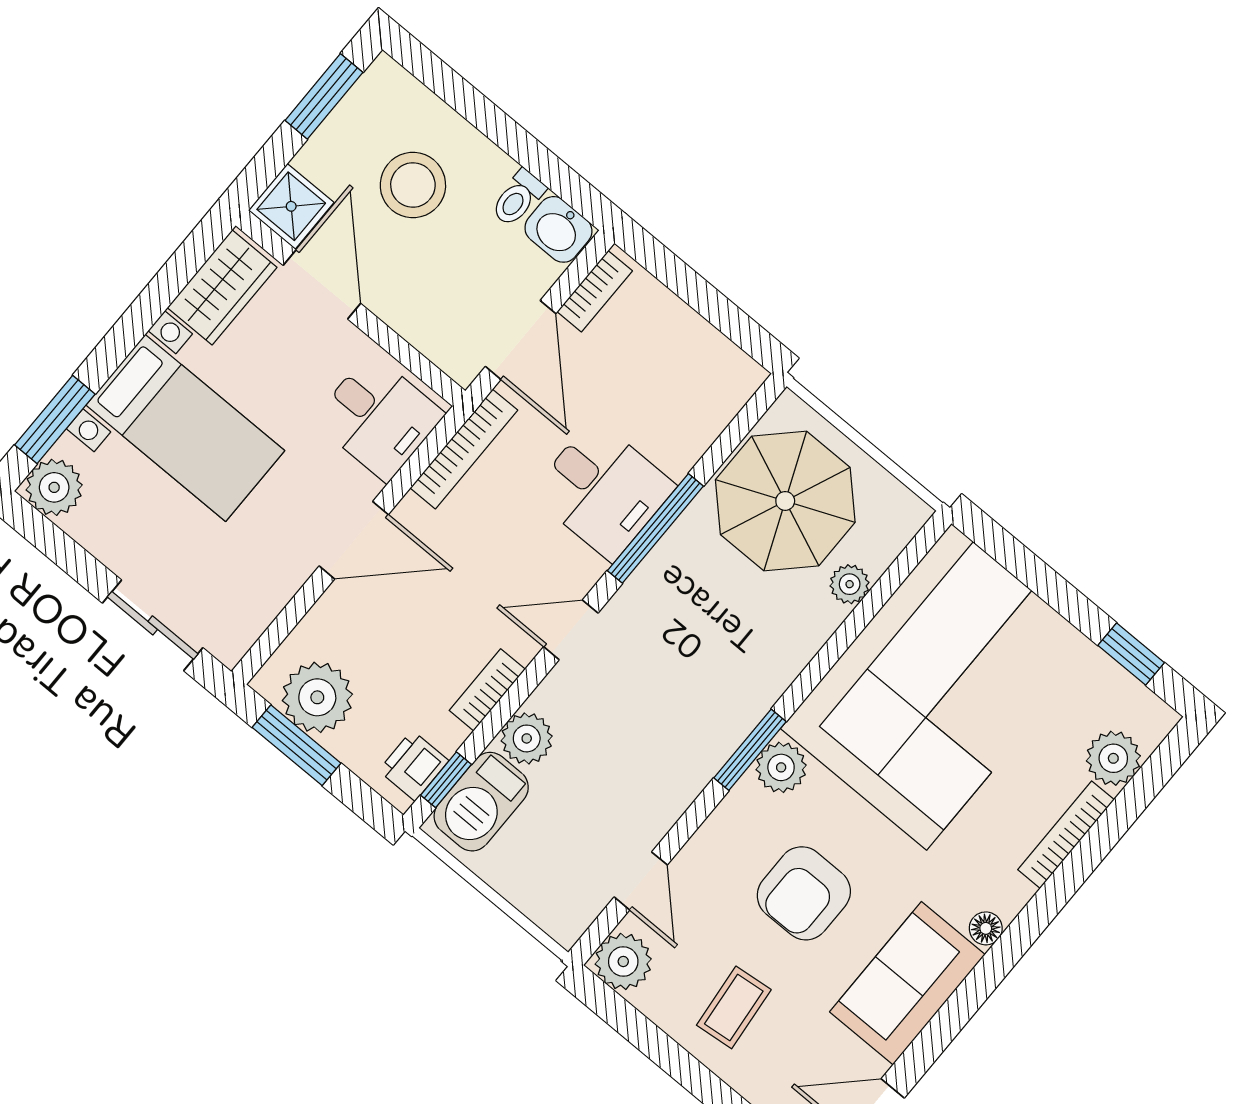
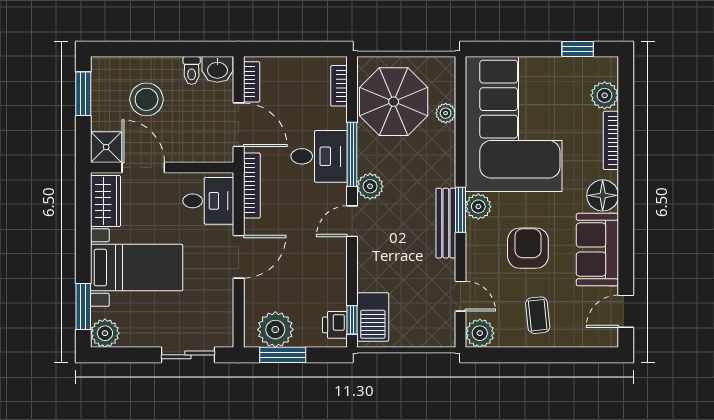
bookcase: (487, 690) -> (339, 86), moved
plant: (527, 738) -> (370, 186), moved
bench: (711, 751) -> (446, 223), added
armchair: (804, 893) -> (528, 248), turned 180
floor lamp: (986, 928) -> (603, 195), width x1.89, depth x1.89

